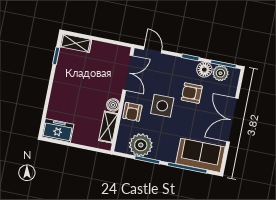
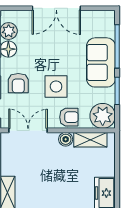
armchair: (192, 93) -> (18, 83), moved
plant: (141, 145) -> (103, 116), moved
sofa: (200, 155) -> (101, 62), moved

